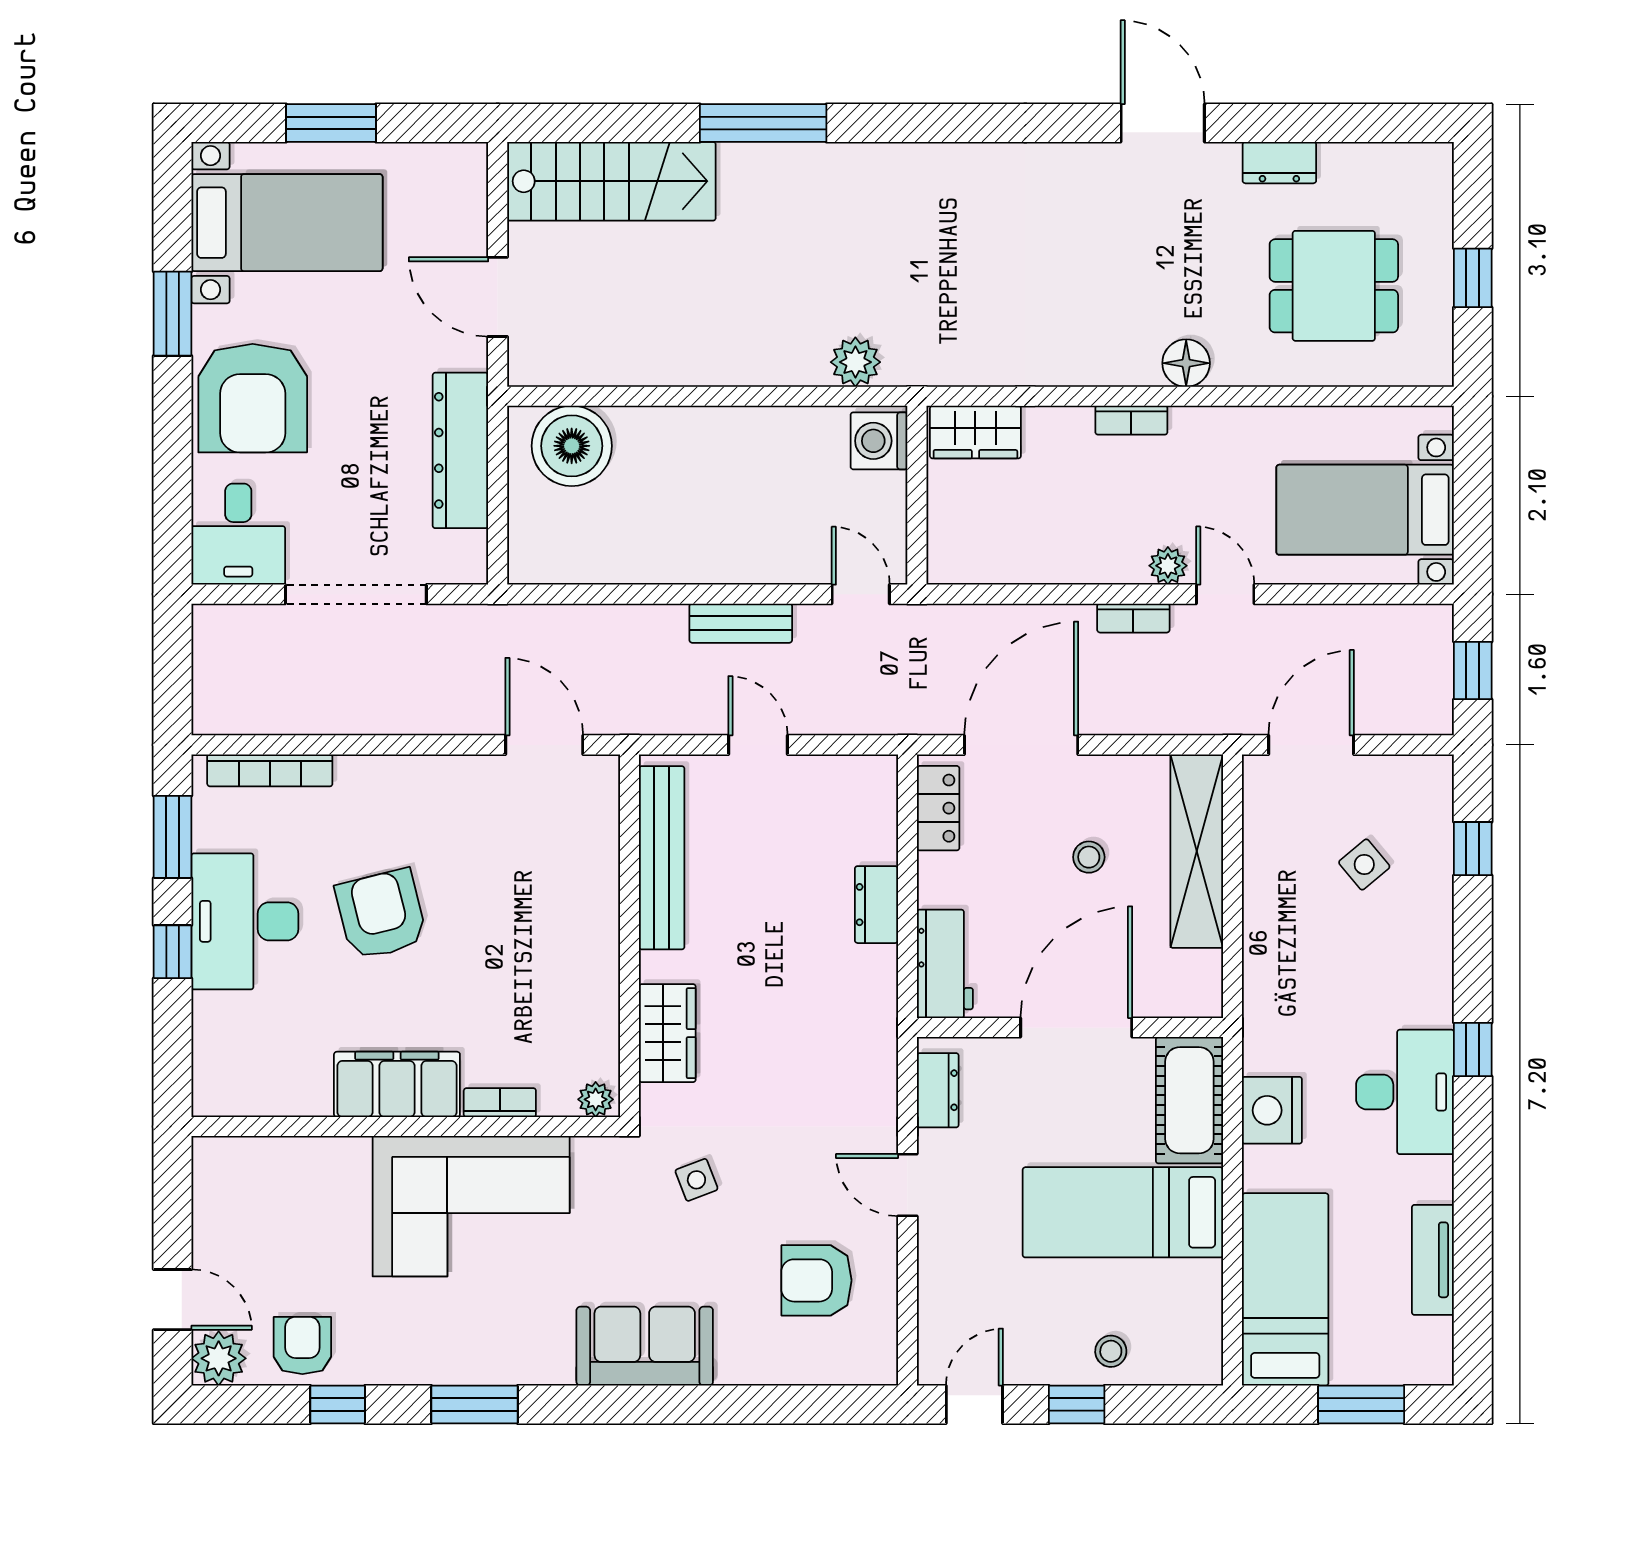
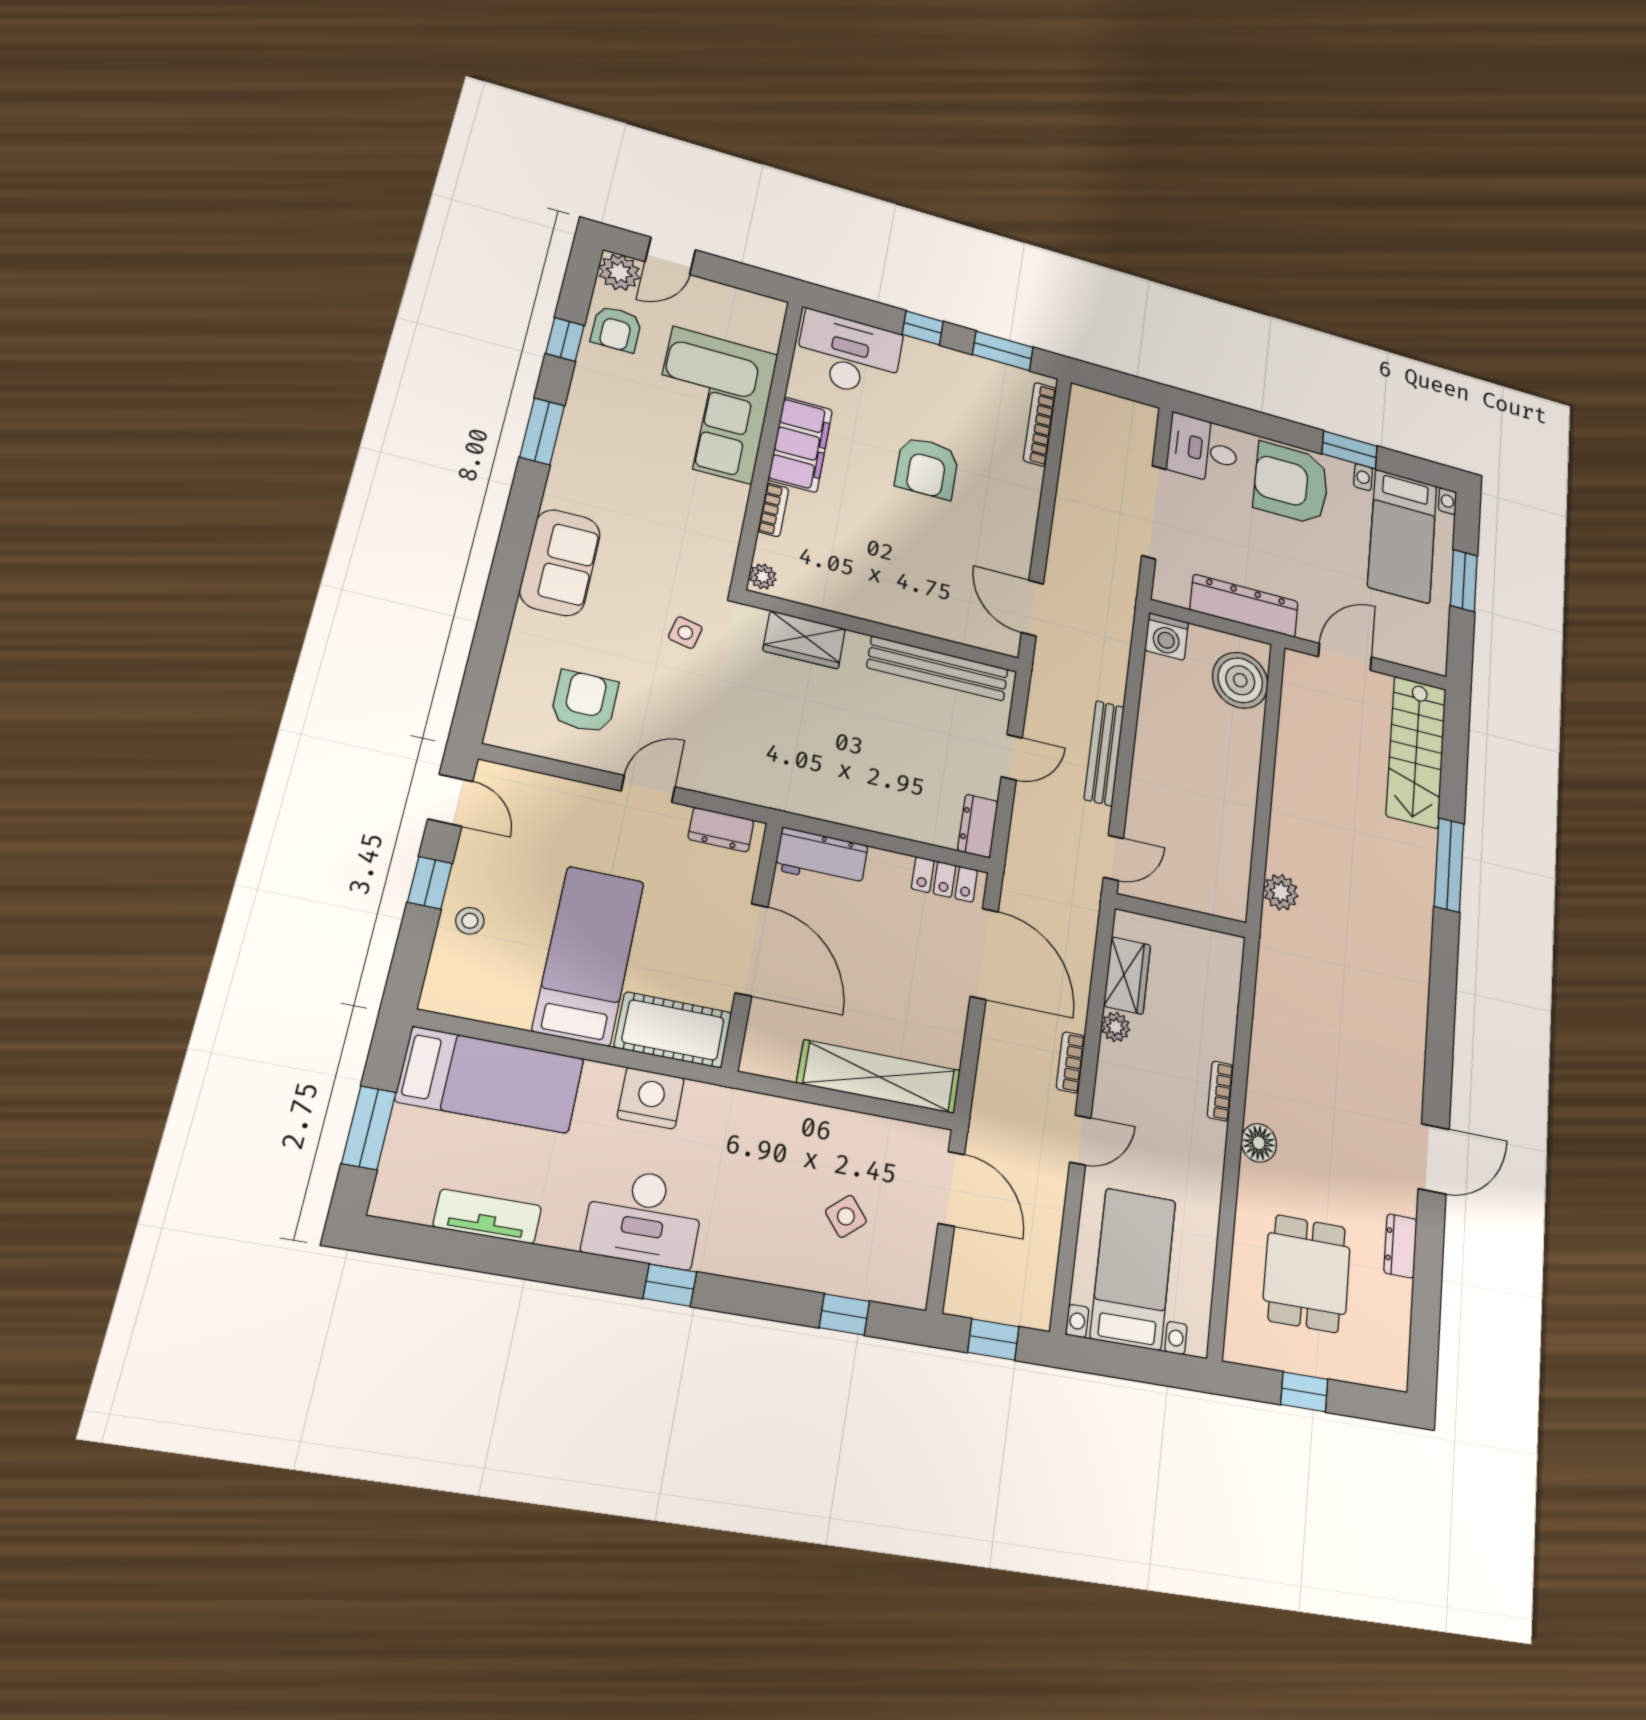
wardrobe: (975, 432) -> (1127, 975), moved, turned 180
washing machine: (879, 441) -> (1167, 636), moved, turned 180
plant: (1168, 566) -> (1116, 1027), moved
bench: (741, 623) -> (1104, 753), width x1.36
door: (544, 745) -> (1032, 608), swing flipped
stool: (1089, 857) -> (888, 988), removed
dresser: (876, 905) -> (978, 826), moved, turned -90
armchair: (381, 914) -> (927, 468), turned 104
desk: (245, 921) -> (849, 354), moved
side table: (696, 1180) -> (685, 633), turned 33
corner sofa: (471, 1206) -> (712, 405), moved
armchair: (302, 1345) -> (616, 329), turned 90

